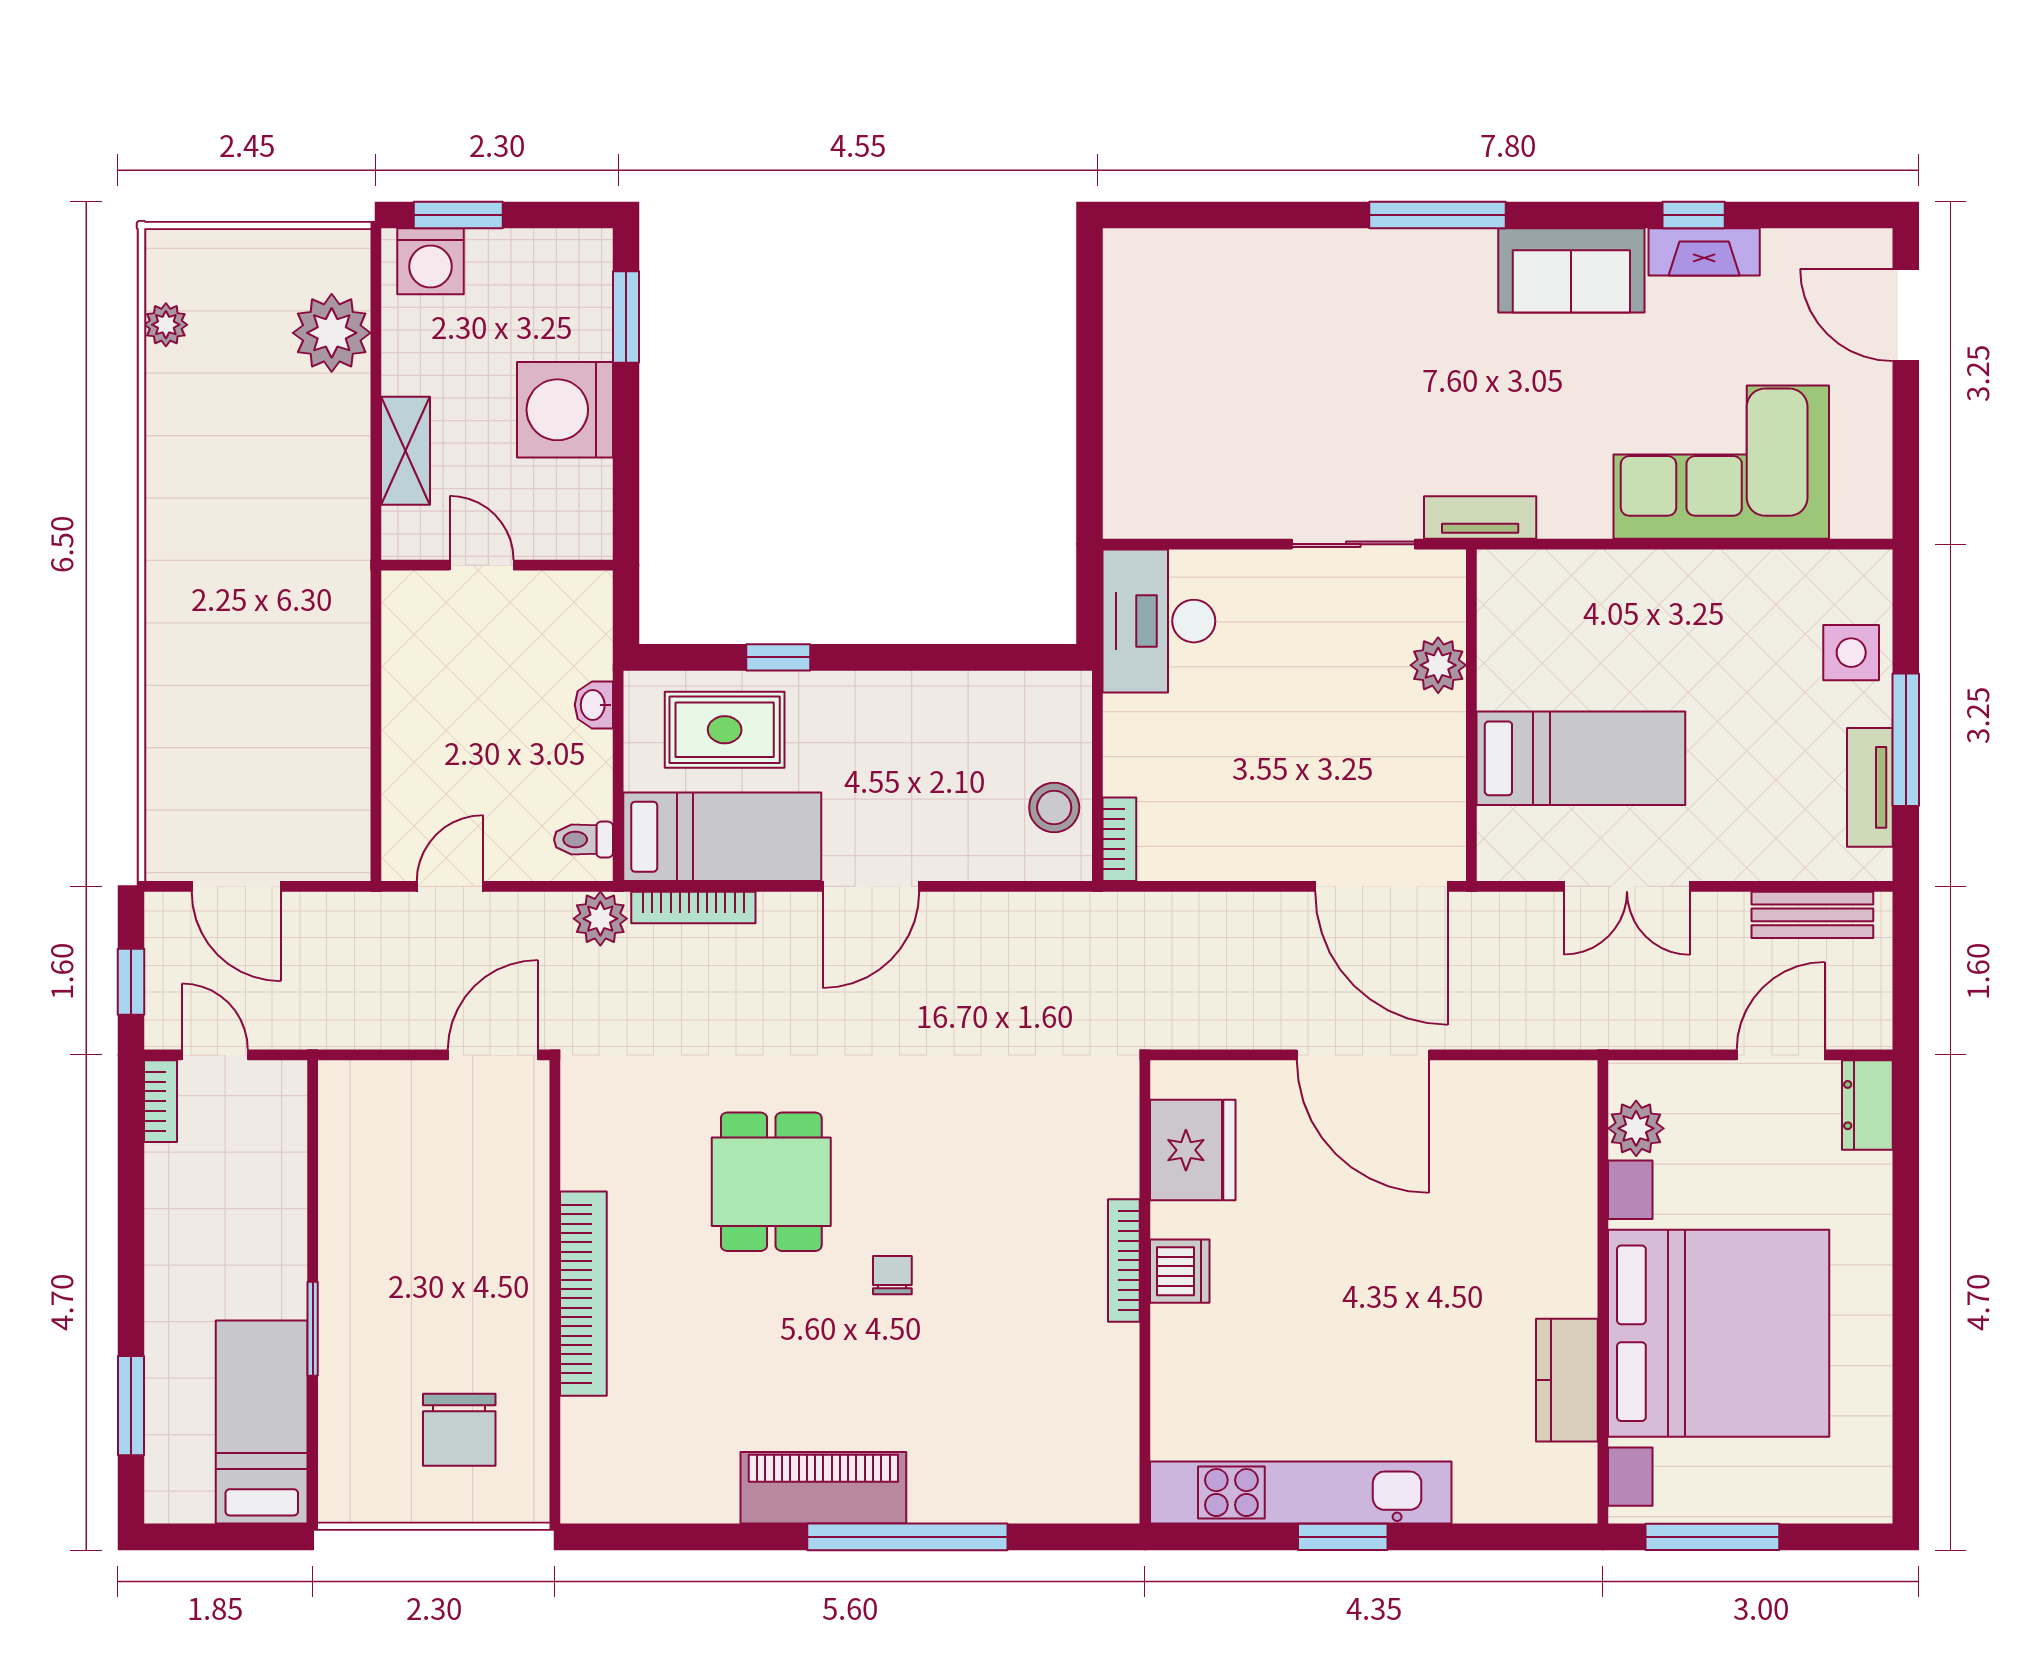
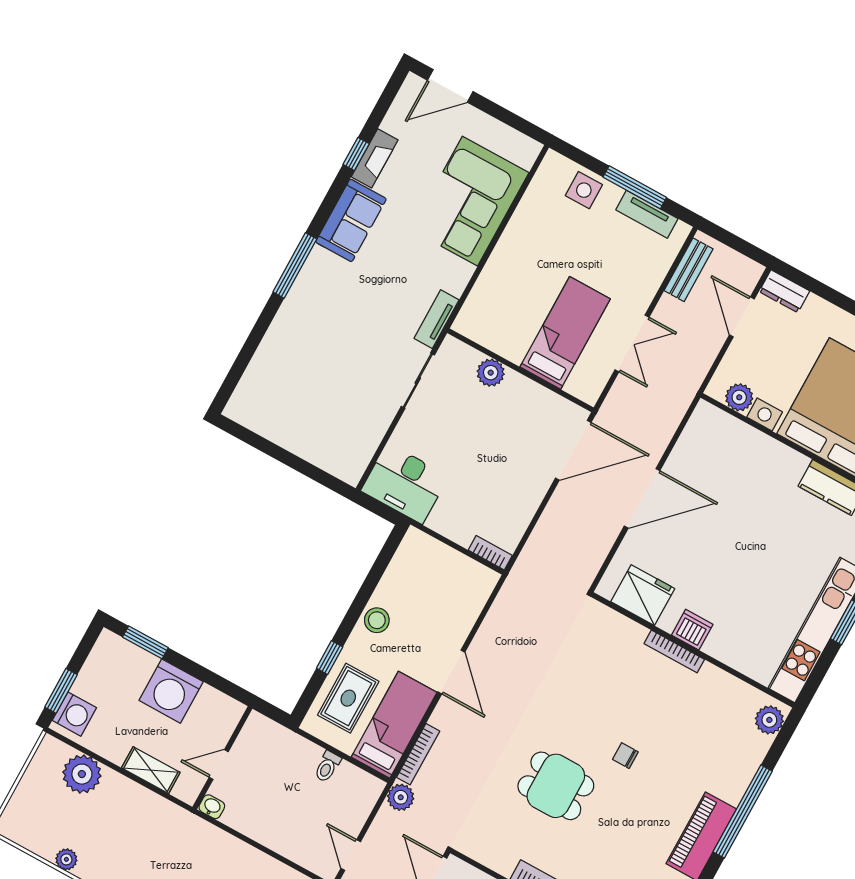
plant: (166, 325) -> (66, 859), moved
washbasin: (594, 705) -> (212, 807), moved, turned 180
stool: (1054, 807) -> (377, 620), moved
toilet: (583, 840) -> (327, 767), moved
plant: (1095, 1495) -> (769, 720), added

